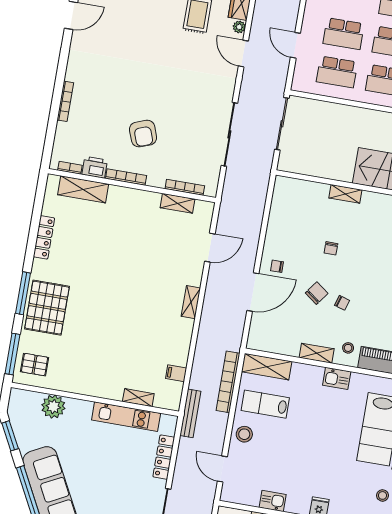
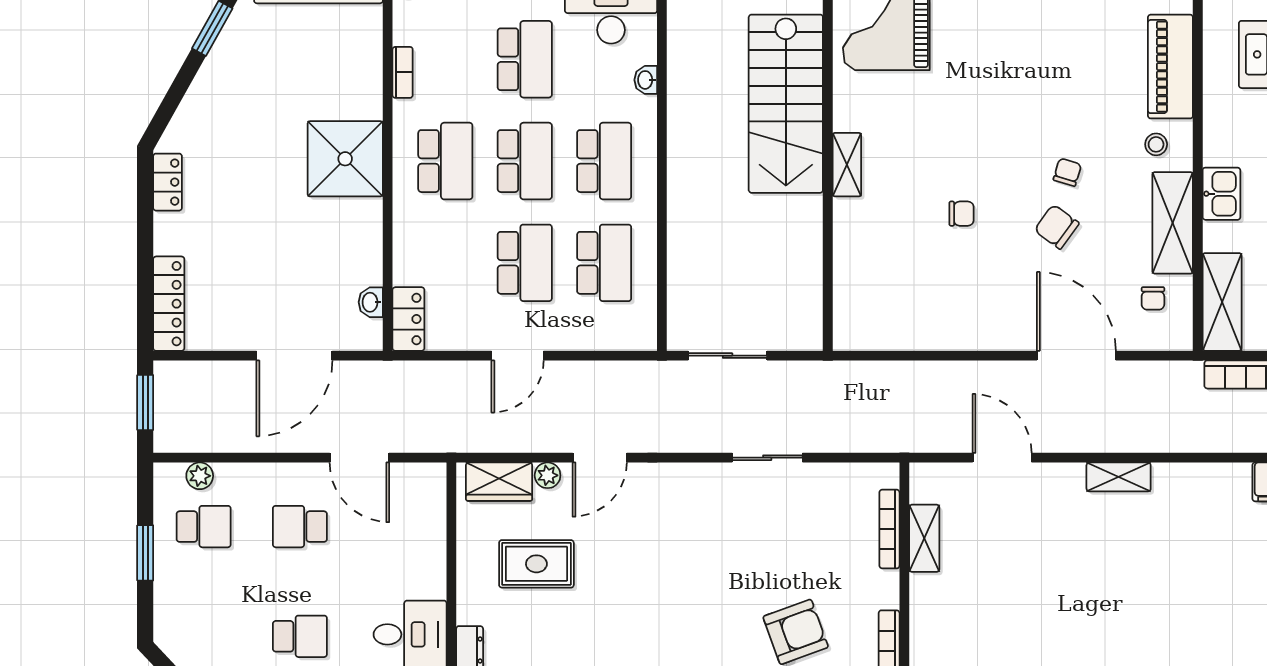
door: (295, 45) -> (518, 356), moved
sliding door: (282, 124) -> (728, 356), width x0.73
sliding door: (229, 134) -> (767, 458), width x0.54
shelving: (345, 194) -> (847, 165), moved
chair: (277, 266) -> (1153, 298), moved
shelving: (317, 353) -> (1173, 223), width x1.50, depth x1.33
kitchen sink: (337, 378) -> (1221, 194), moved

